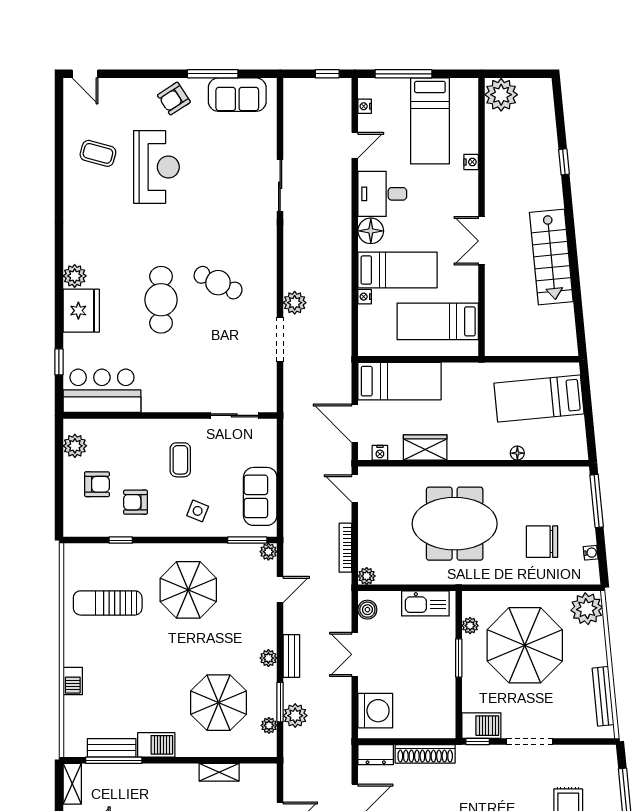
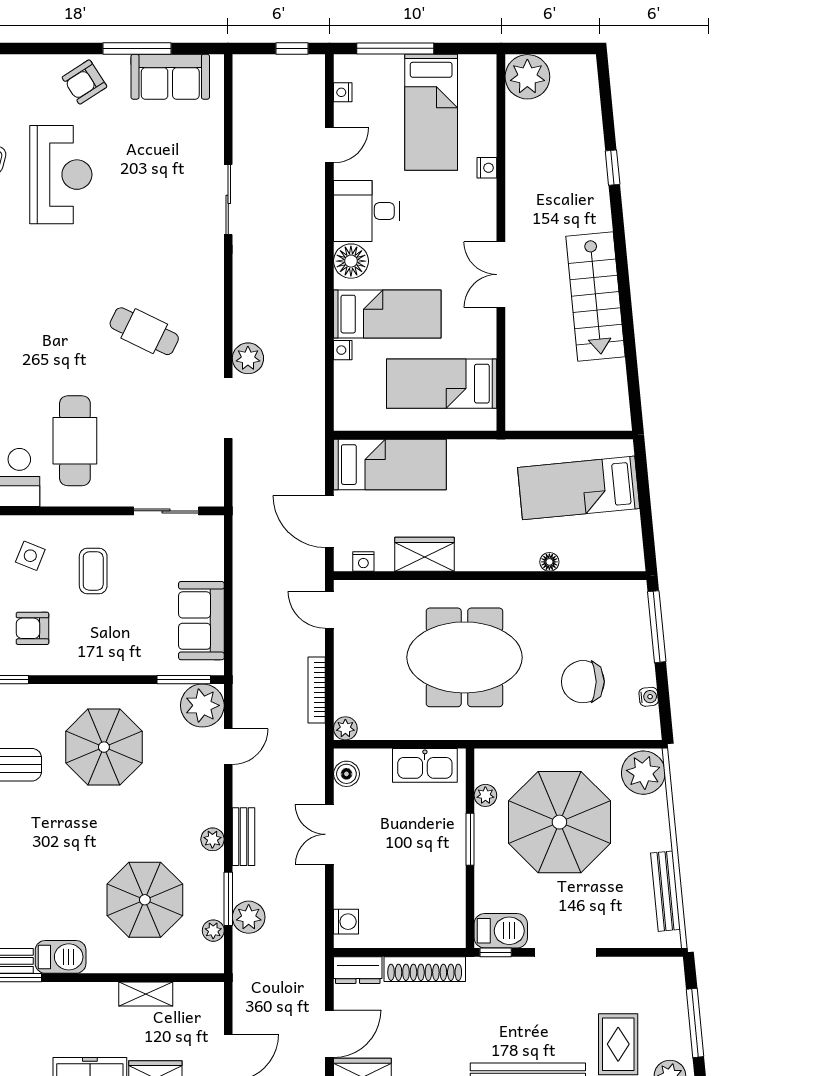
cafe table: (161, 300) -> (75, 441), moved
side table: (198, 511) -> (30, 556), moved
plant: (268, 552) -> (202, 705), width x1.88, depth x1.88
washing machine: (375, 711) -> (346, 922), width x0.53, depth x0.53

